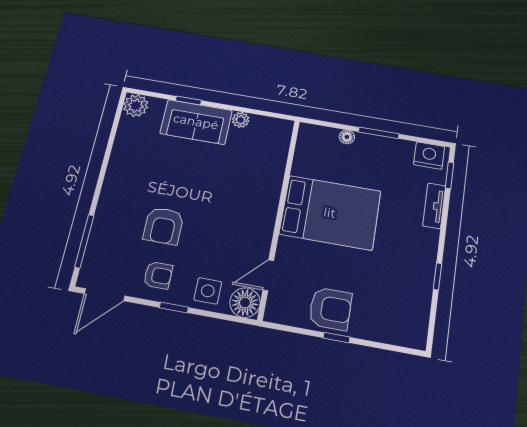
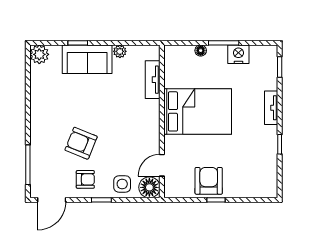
nightstand: (429, 156) -> (238, 54), moved
tv unit: (277, 162) -> (153, 80), added
tv unit: (434, 206) -> (271, 108), moved
armchair: (163, 226) -> (81, 143), turned 112
armchair: (330, 309) -> (209, 181), turned -90

